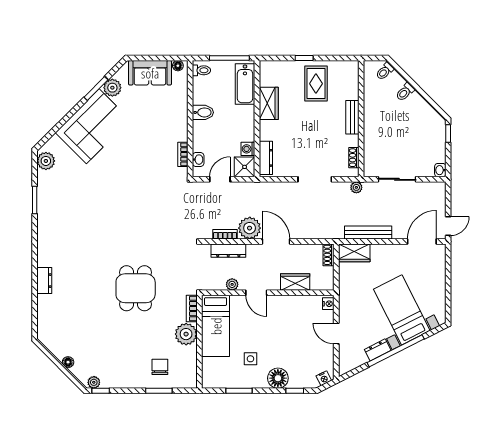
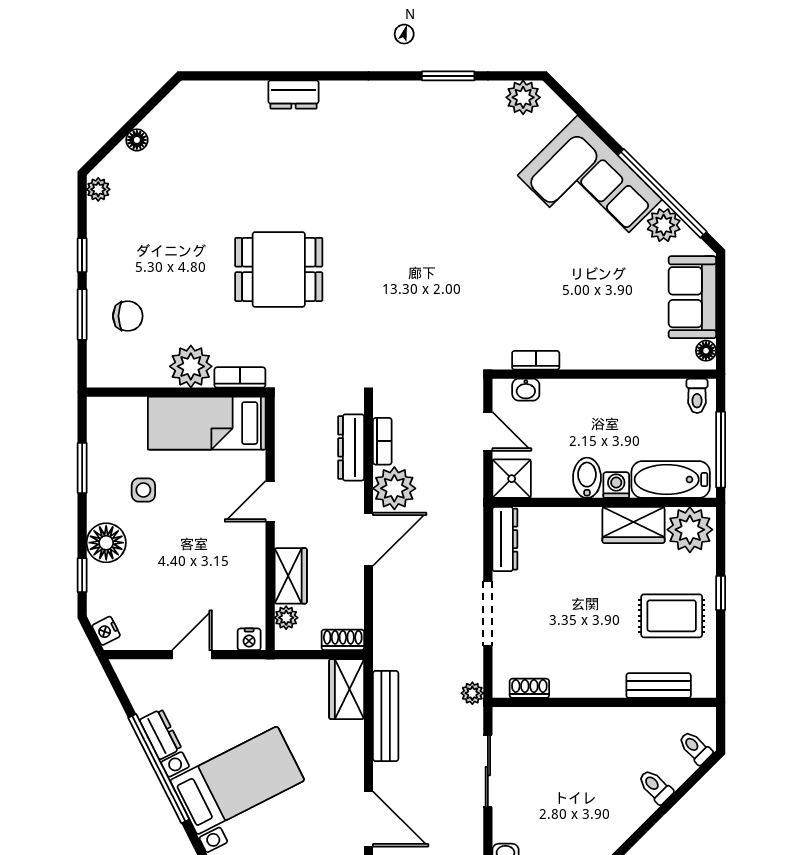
plant: (271, 74) -> (690, 530), added
window: (96, 88) -> (662, 193), width x2.11
bidet: (203, 112) -> (587, 478), moved, turned 180
bench: (352, 117) -> (659, 686), moved
washing machine: (248, 149) -> (616, 485), moved
dresser: (266, 158) -> (505, 539), moved, turned -90
plant: (232, 284) -> (286, 618), moved
window: (101, 391) -> (82, 255), moved

